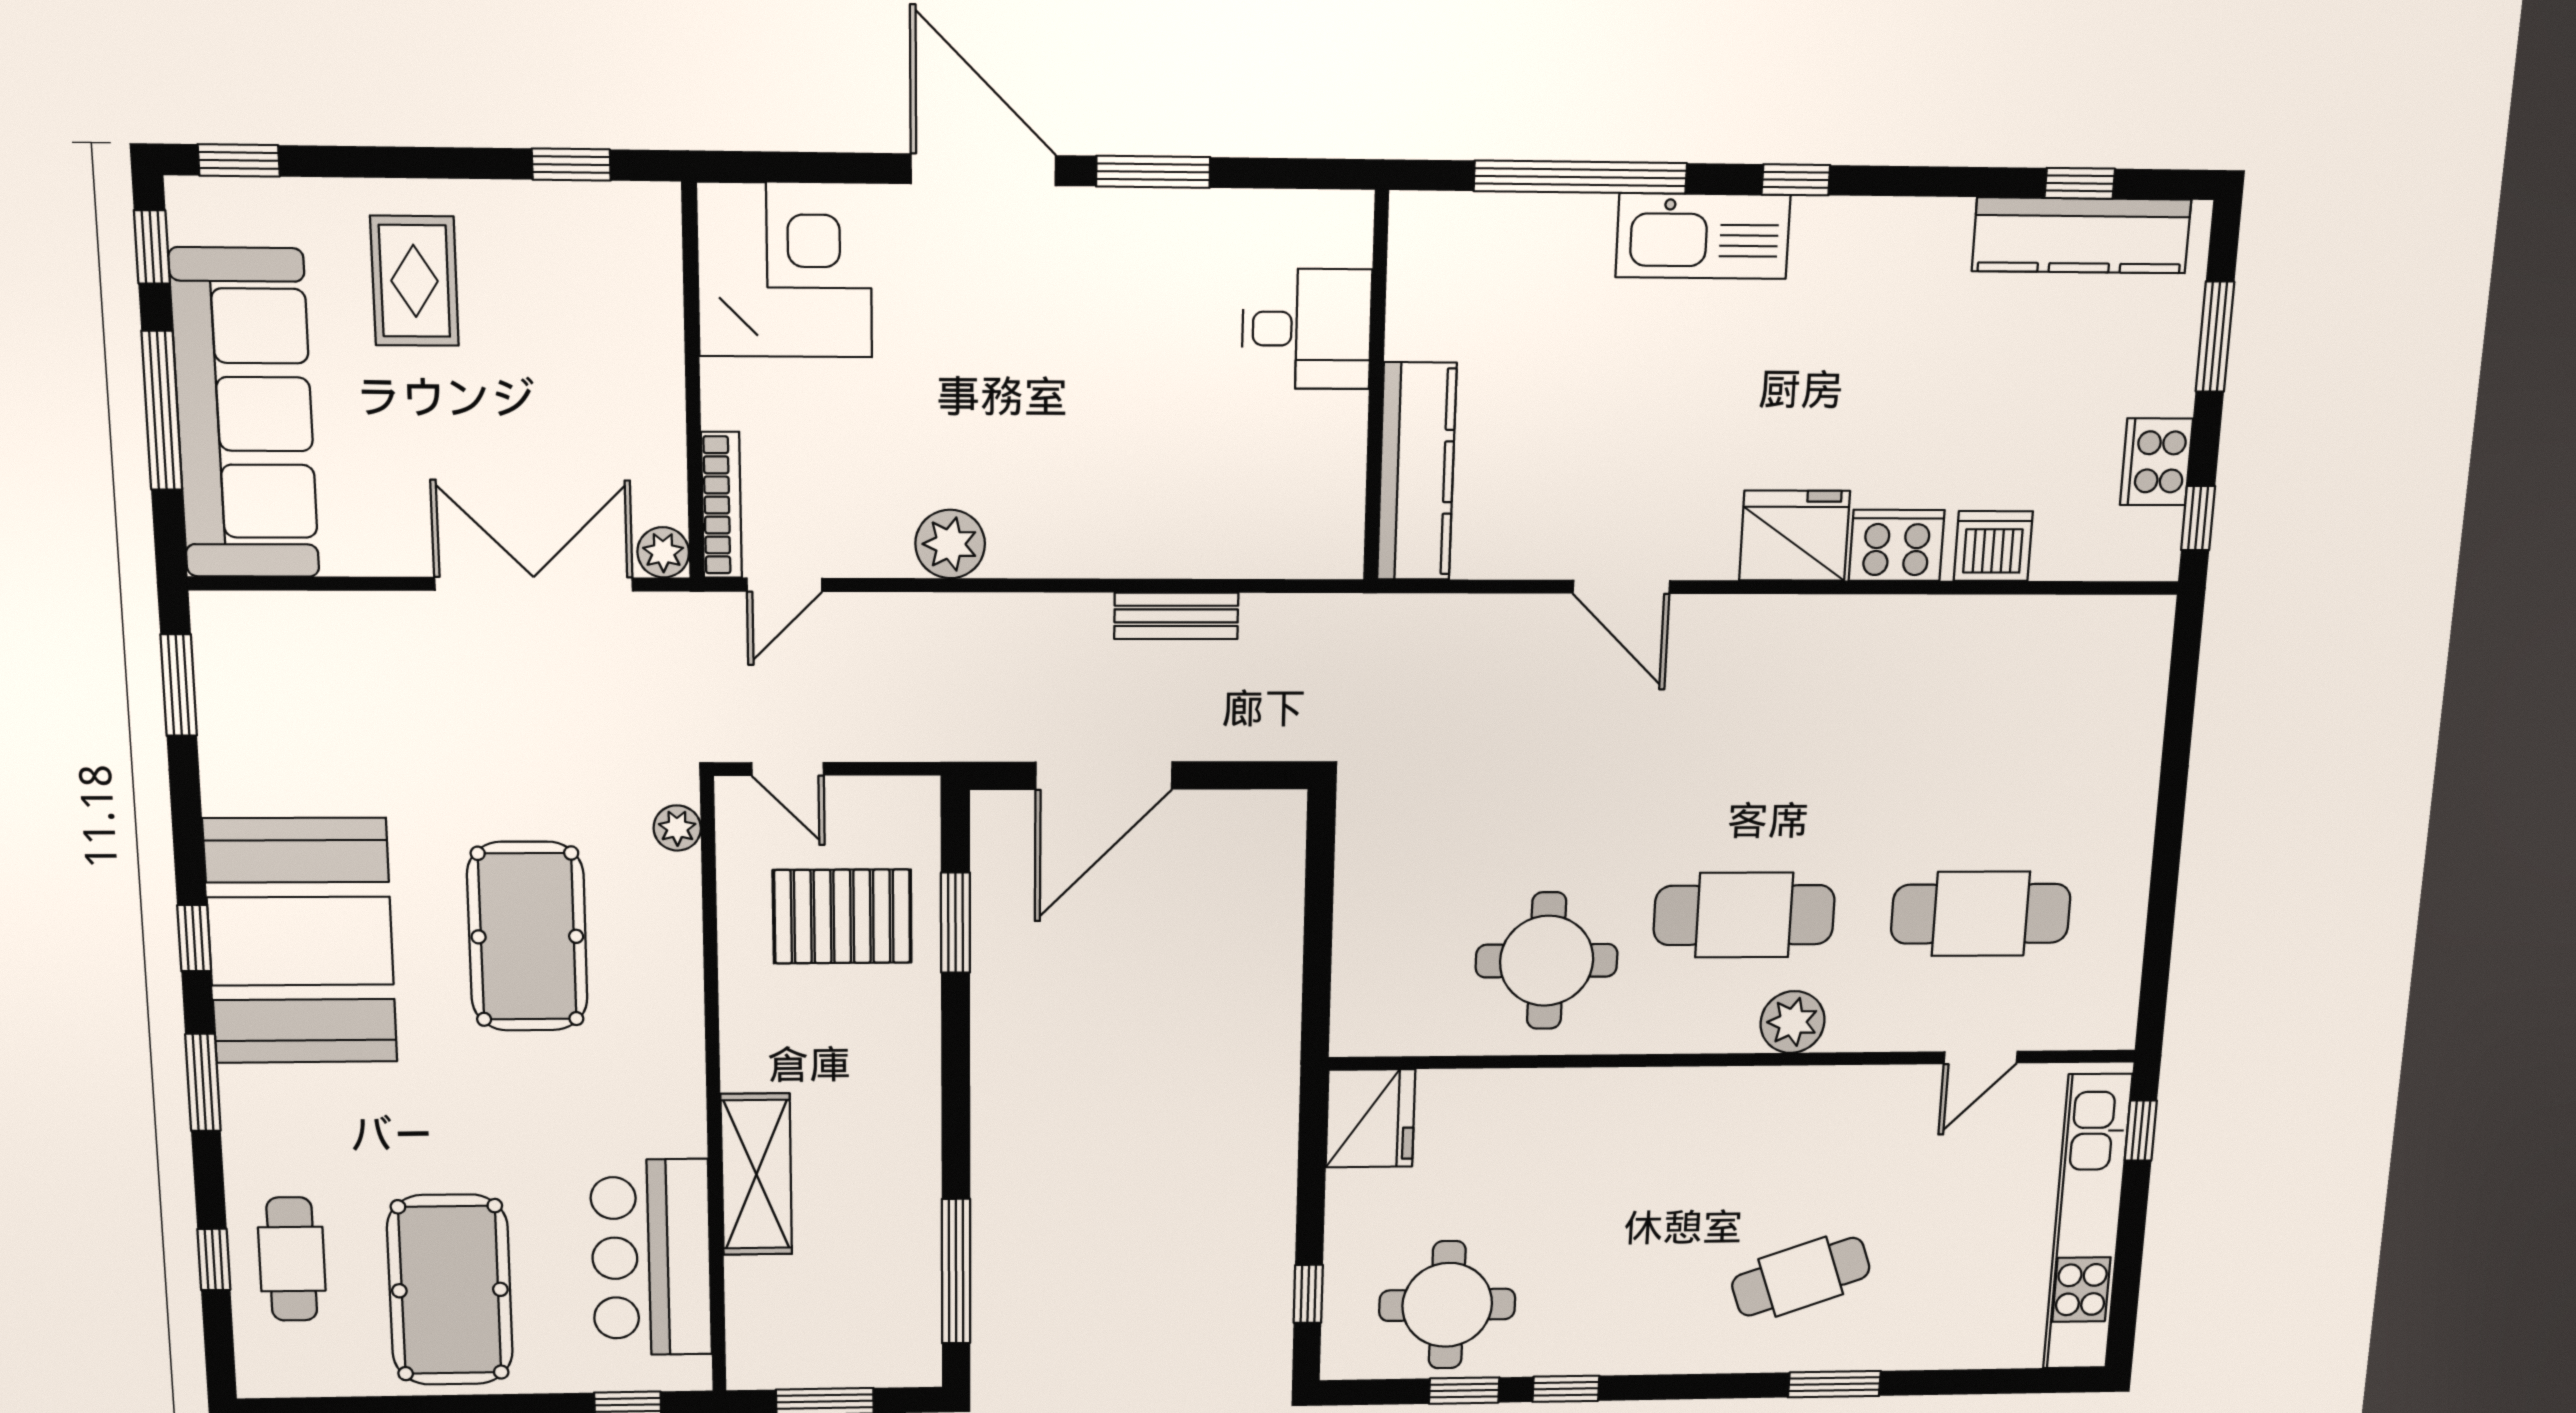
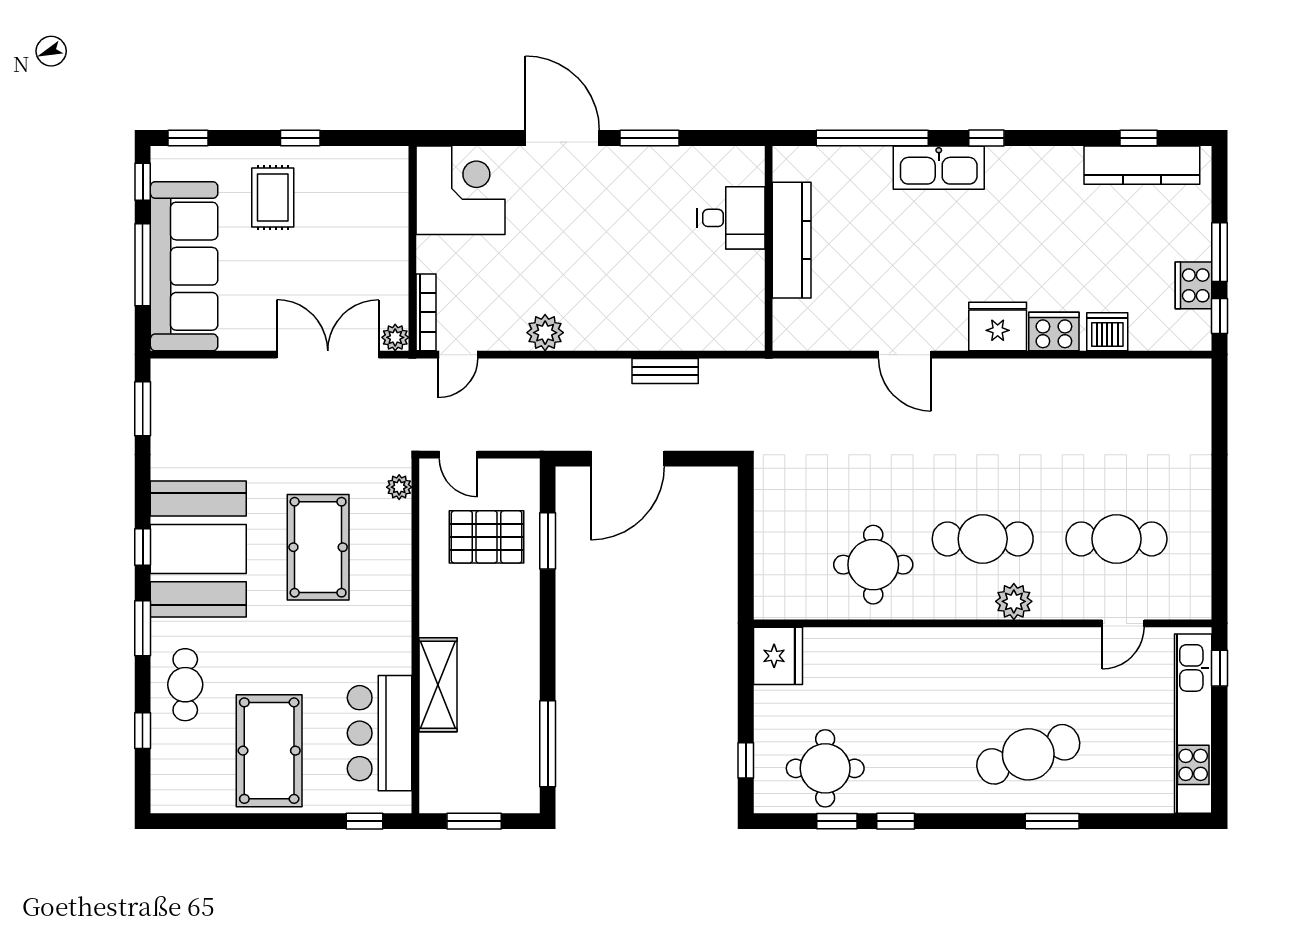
window: (571, 165) -> (300, 138), moved
window: (2215, 337) -> (1220, 252), moved
kitchen counter: (1417, 472) -> (792, 240), moved
cafe table: (292, 1259) -> (185, 685), moved
cafe table: (1801, 1277) -> (1028, 754), width x1.37, depth x1.35

